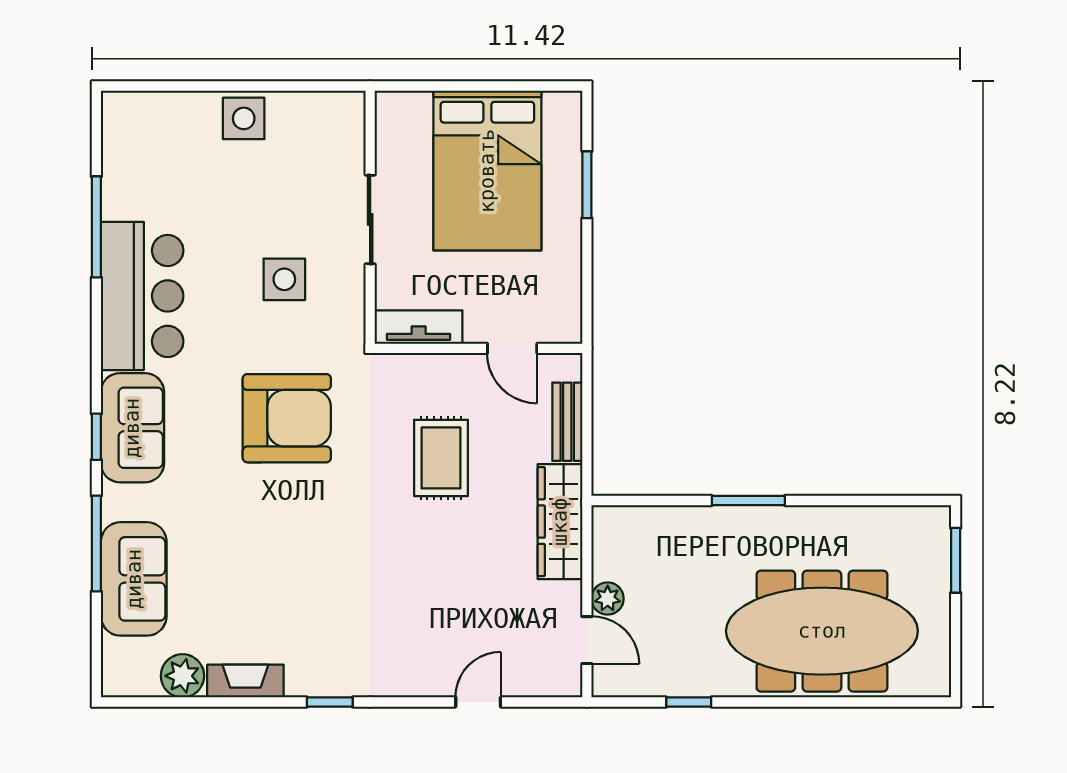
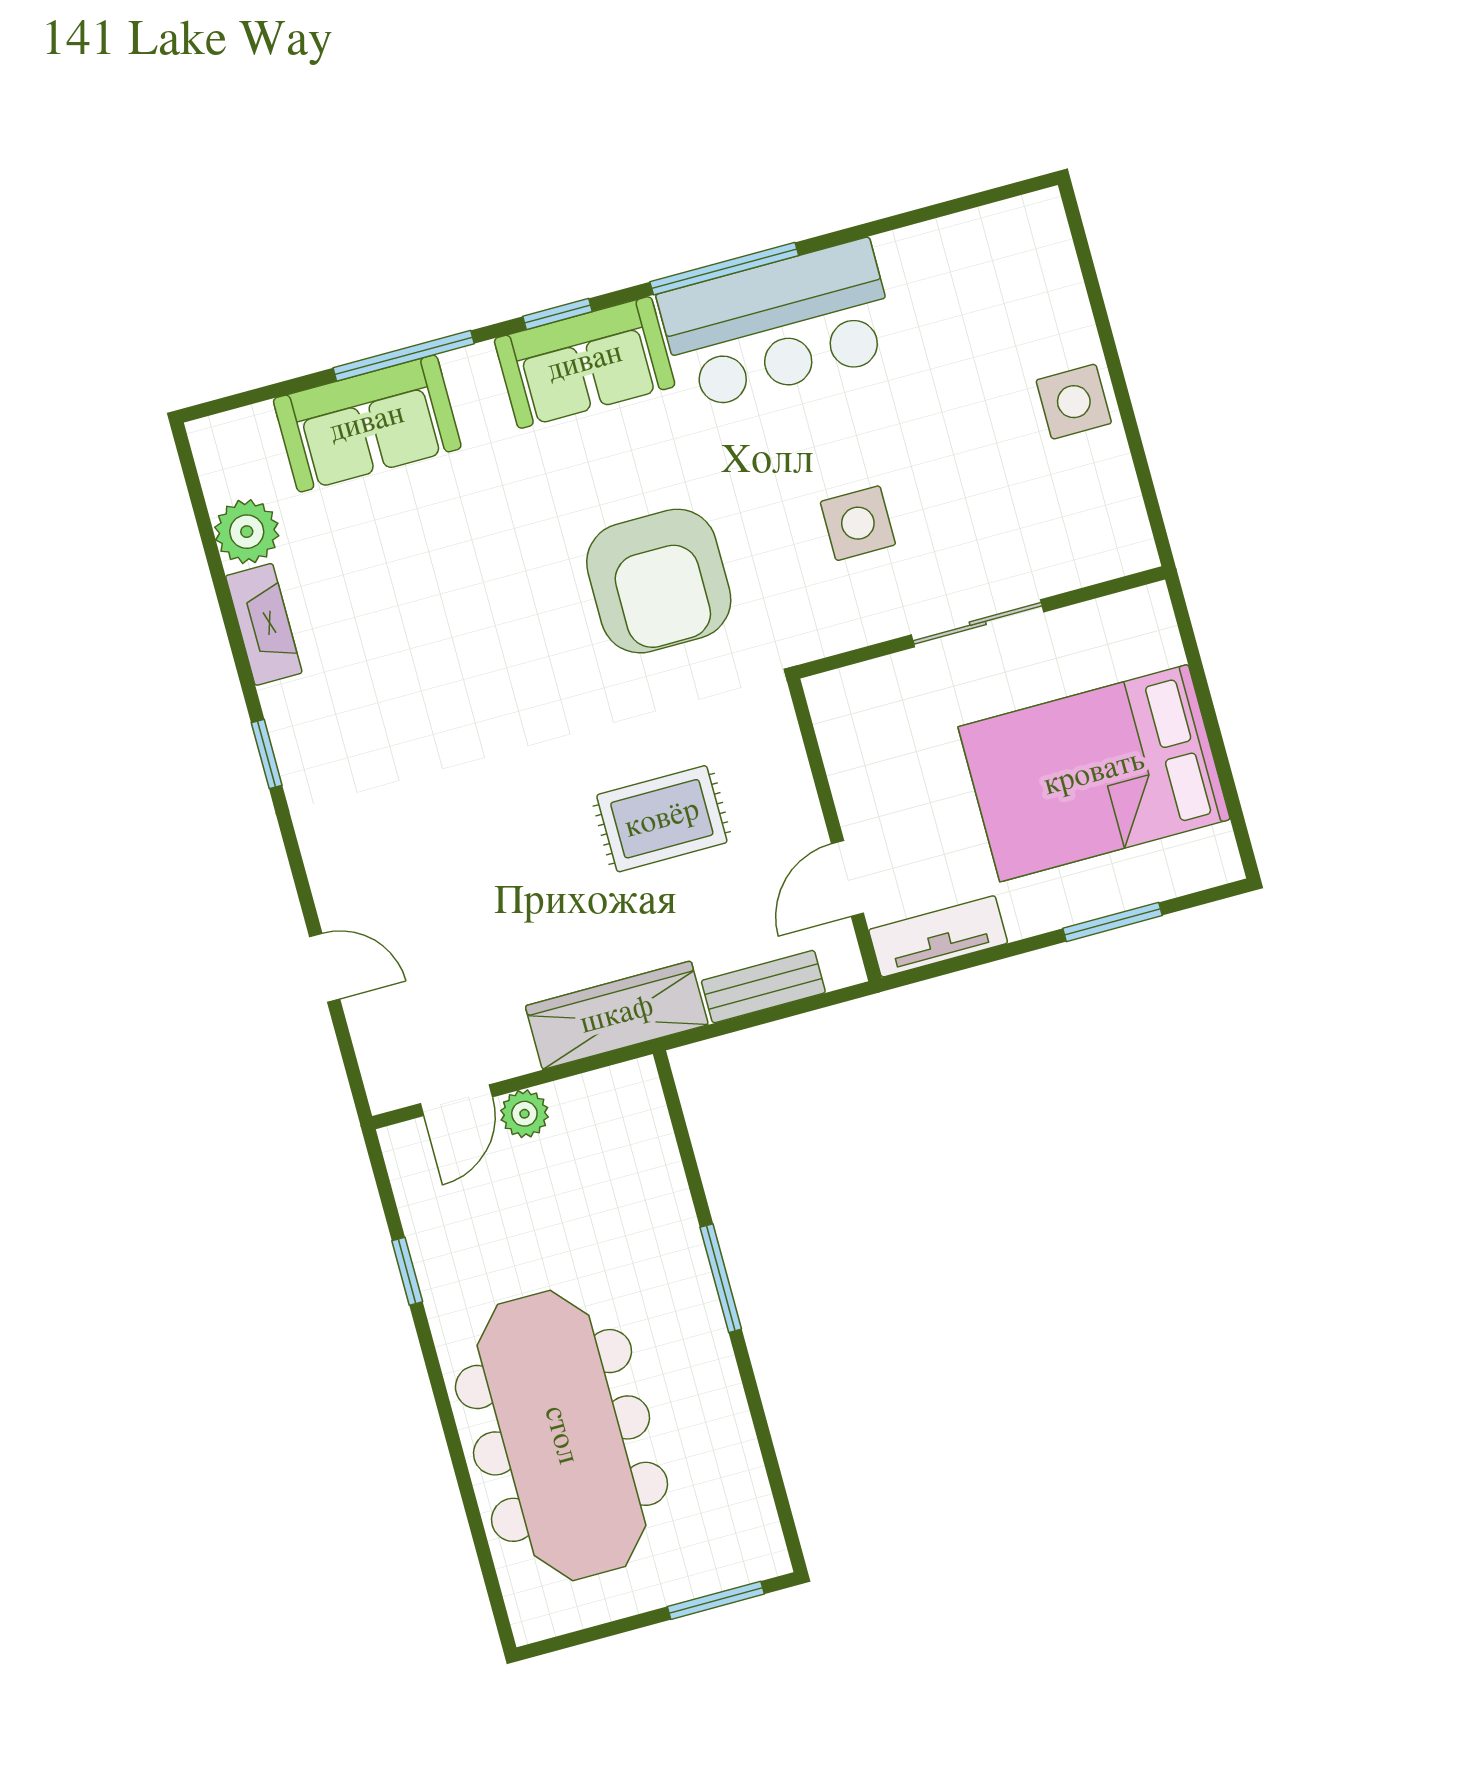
window: (96, 227) -> (724, 269), moved
tv unit: (419, 327) -> (938, 936), moved, turned -90

